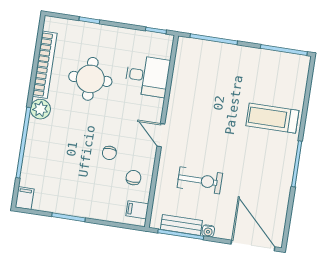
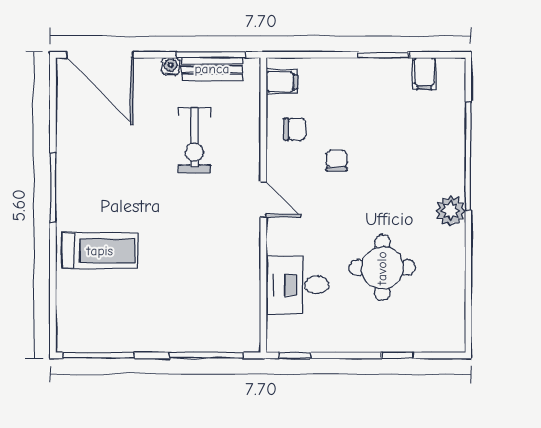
bookcase: (45, 65) -> (454, 278), removed
chair: (133, 178) -> (295, 129), turned -90
exercise bike: (200, 180) -> (195, 140), turned -90
filing cabinet: (25, 198) -> (424, 73), moved

